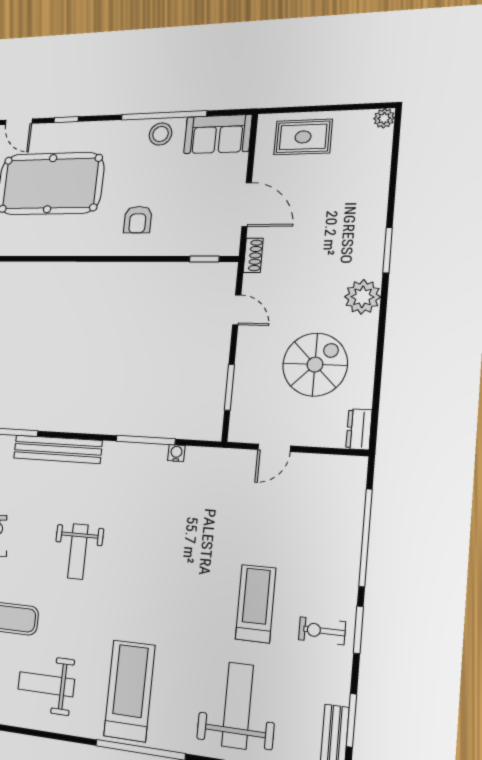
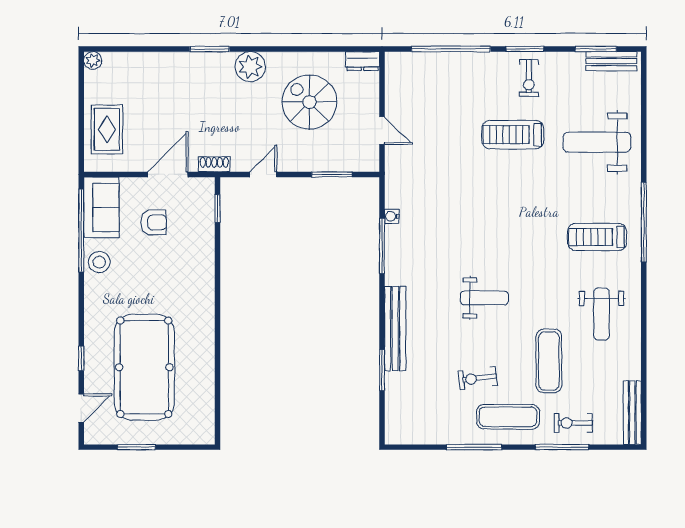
window: (164, 115) -> (81, 230), moved
armchair: (138, 220) -> (154, 222), moved
treadmill: (129, 691) -> (597, 237), width x0.73, depth x0.73

